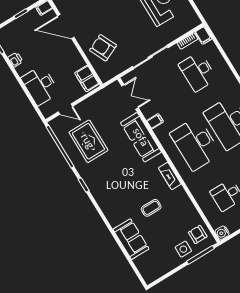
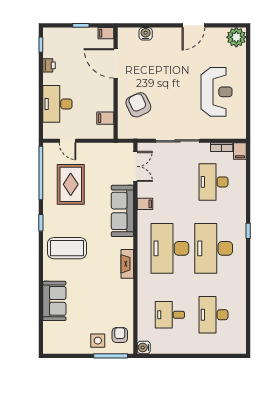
filing cabinet: (87, 79) -> (105, 118), width x0.50
coffee table: (151, 208) -> (67, 248), moved, width x1.86, depth x1.72

